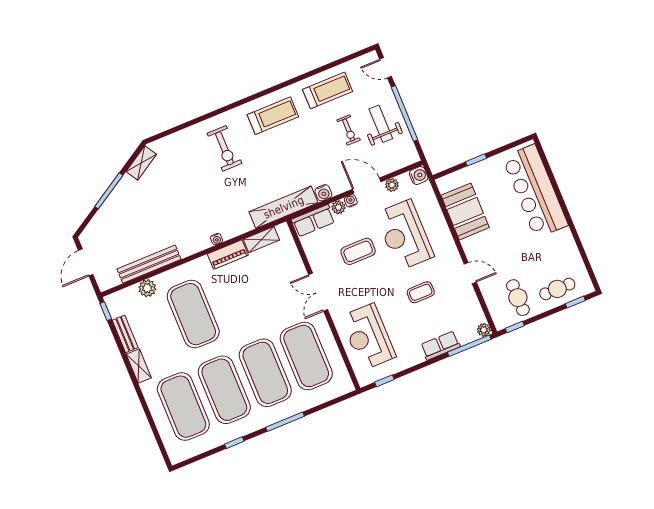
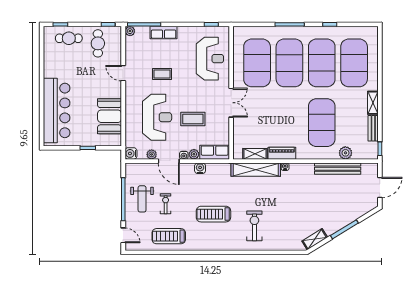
treadmill: (273, 116) -> (213, 214), moved
shelving: (284, 207) -> (256, 170), moved

